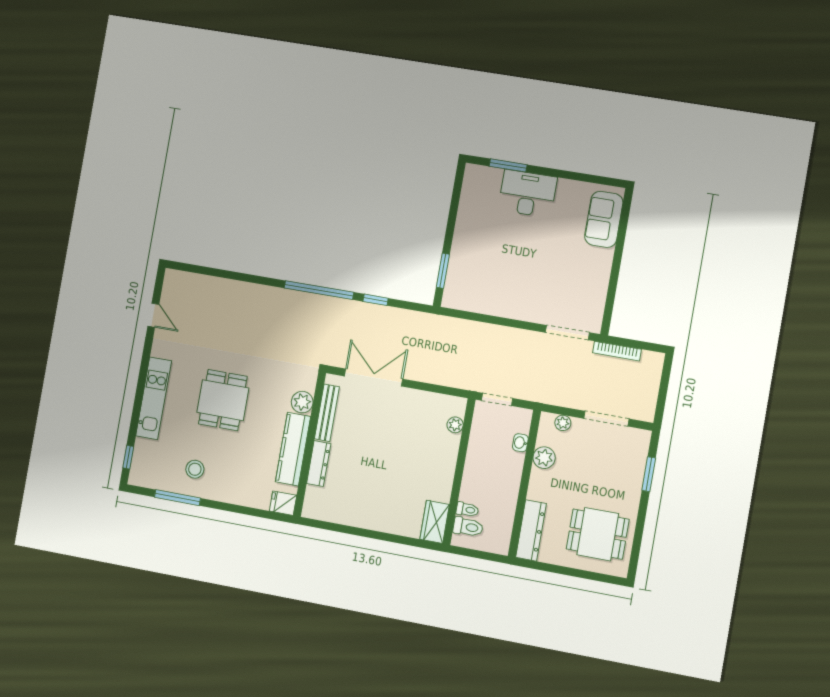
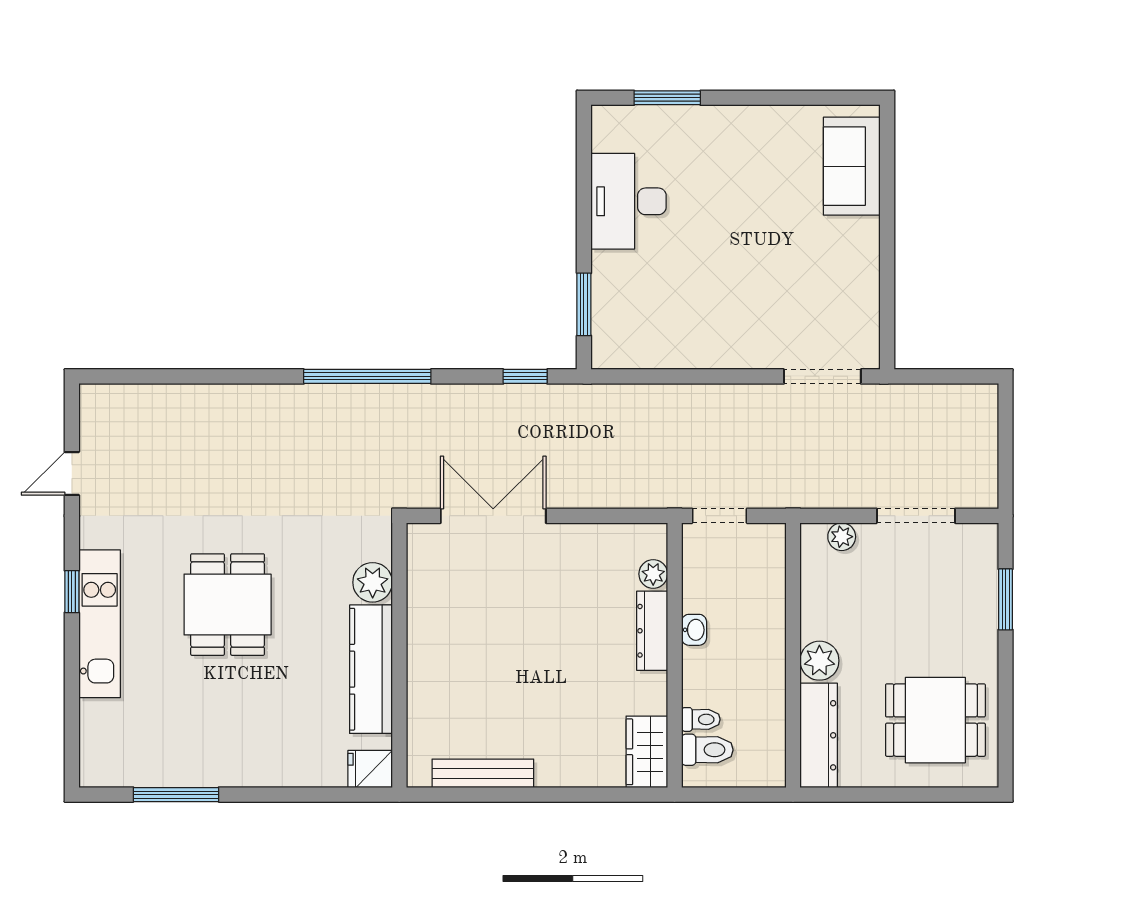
desk: (528, 194) -> (629, 201), moved, turned -90
window: (376, 300) -> (525, 376), moved
door: (153, 315) -> (72, 474), swing flipped
bookcase: (617, 351) -> (914, 394), removed
bench: (327, 413) -> (483, 773), moved, turned 90
washbasin: (520, 443) -> (694, 630), moved, turned 180
window: (128, 457) -> (72, 592), moved
plant: (544, 458) -> (819, 661), moved
dresser: (319, 464) -> (652, 631), moved, turned 180
stool: (195, 469) -> (199, 738), removed

